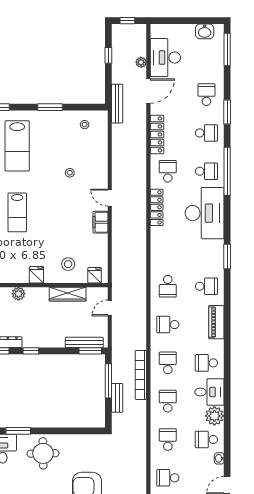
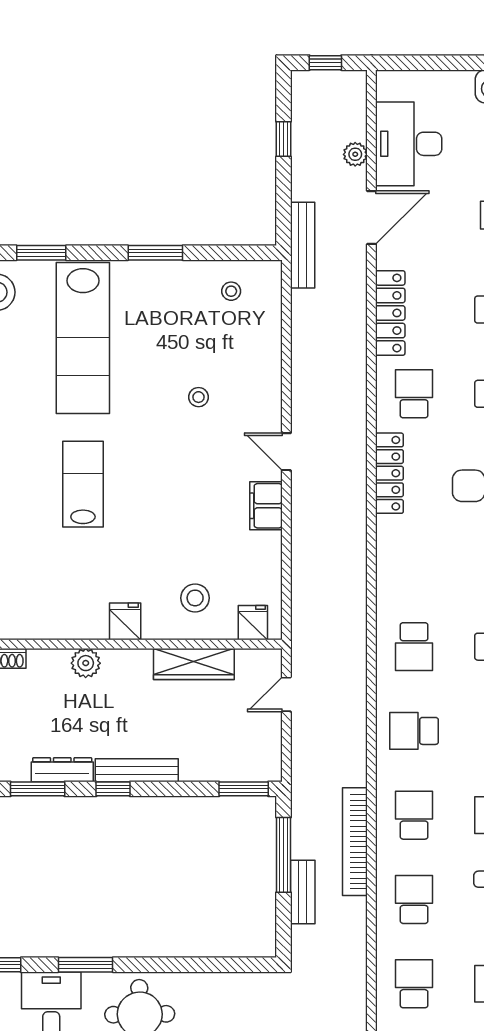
lab bench: (17, 146) -> (83, 338), width x1.36
lab bench: (17, 212) -> (83, 484), turned 180
bench: (84, 342) -> (137, 770), moved

